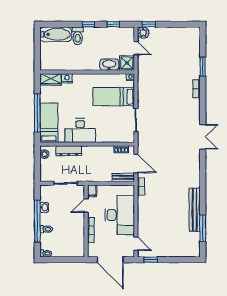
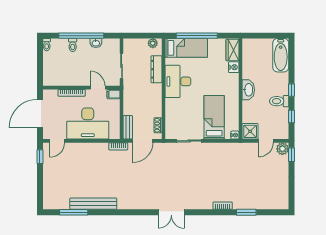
toilet: (78, 36) -> (279, 101), moved
washbasin: (109, 65) -> (248, 90), moved

